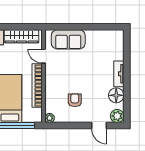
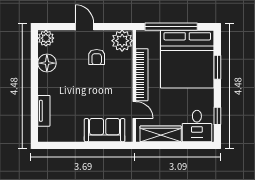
tv unit: (119, 74) -> (44, 111), moved
plant: (50, 118) -> (122, 41), width x1.88, depth x1.88
door: (99, 126) -> (85, 27), moved

